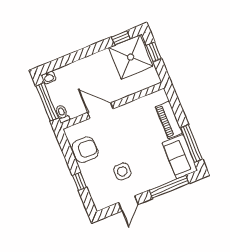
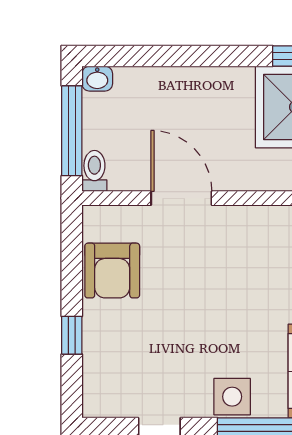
armchair: (85, 150) -> (112, 271), turned 90
side table: (122, 171) -> (232, 397), moved

